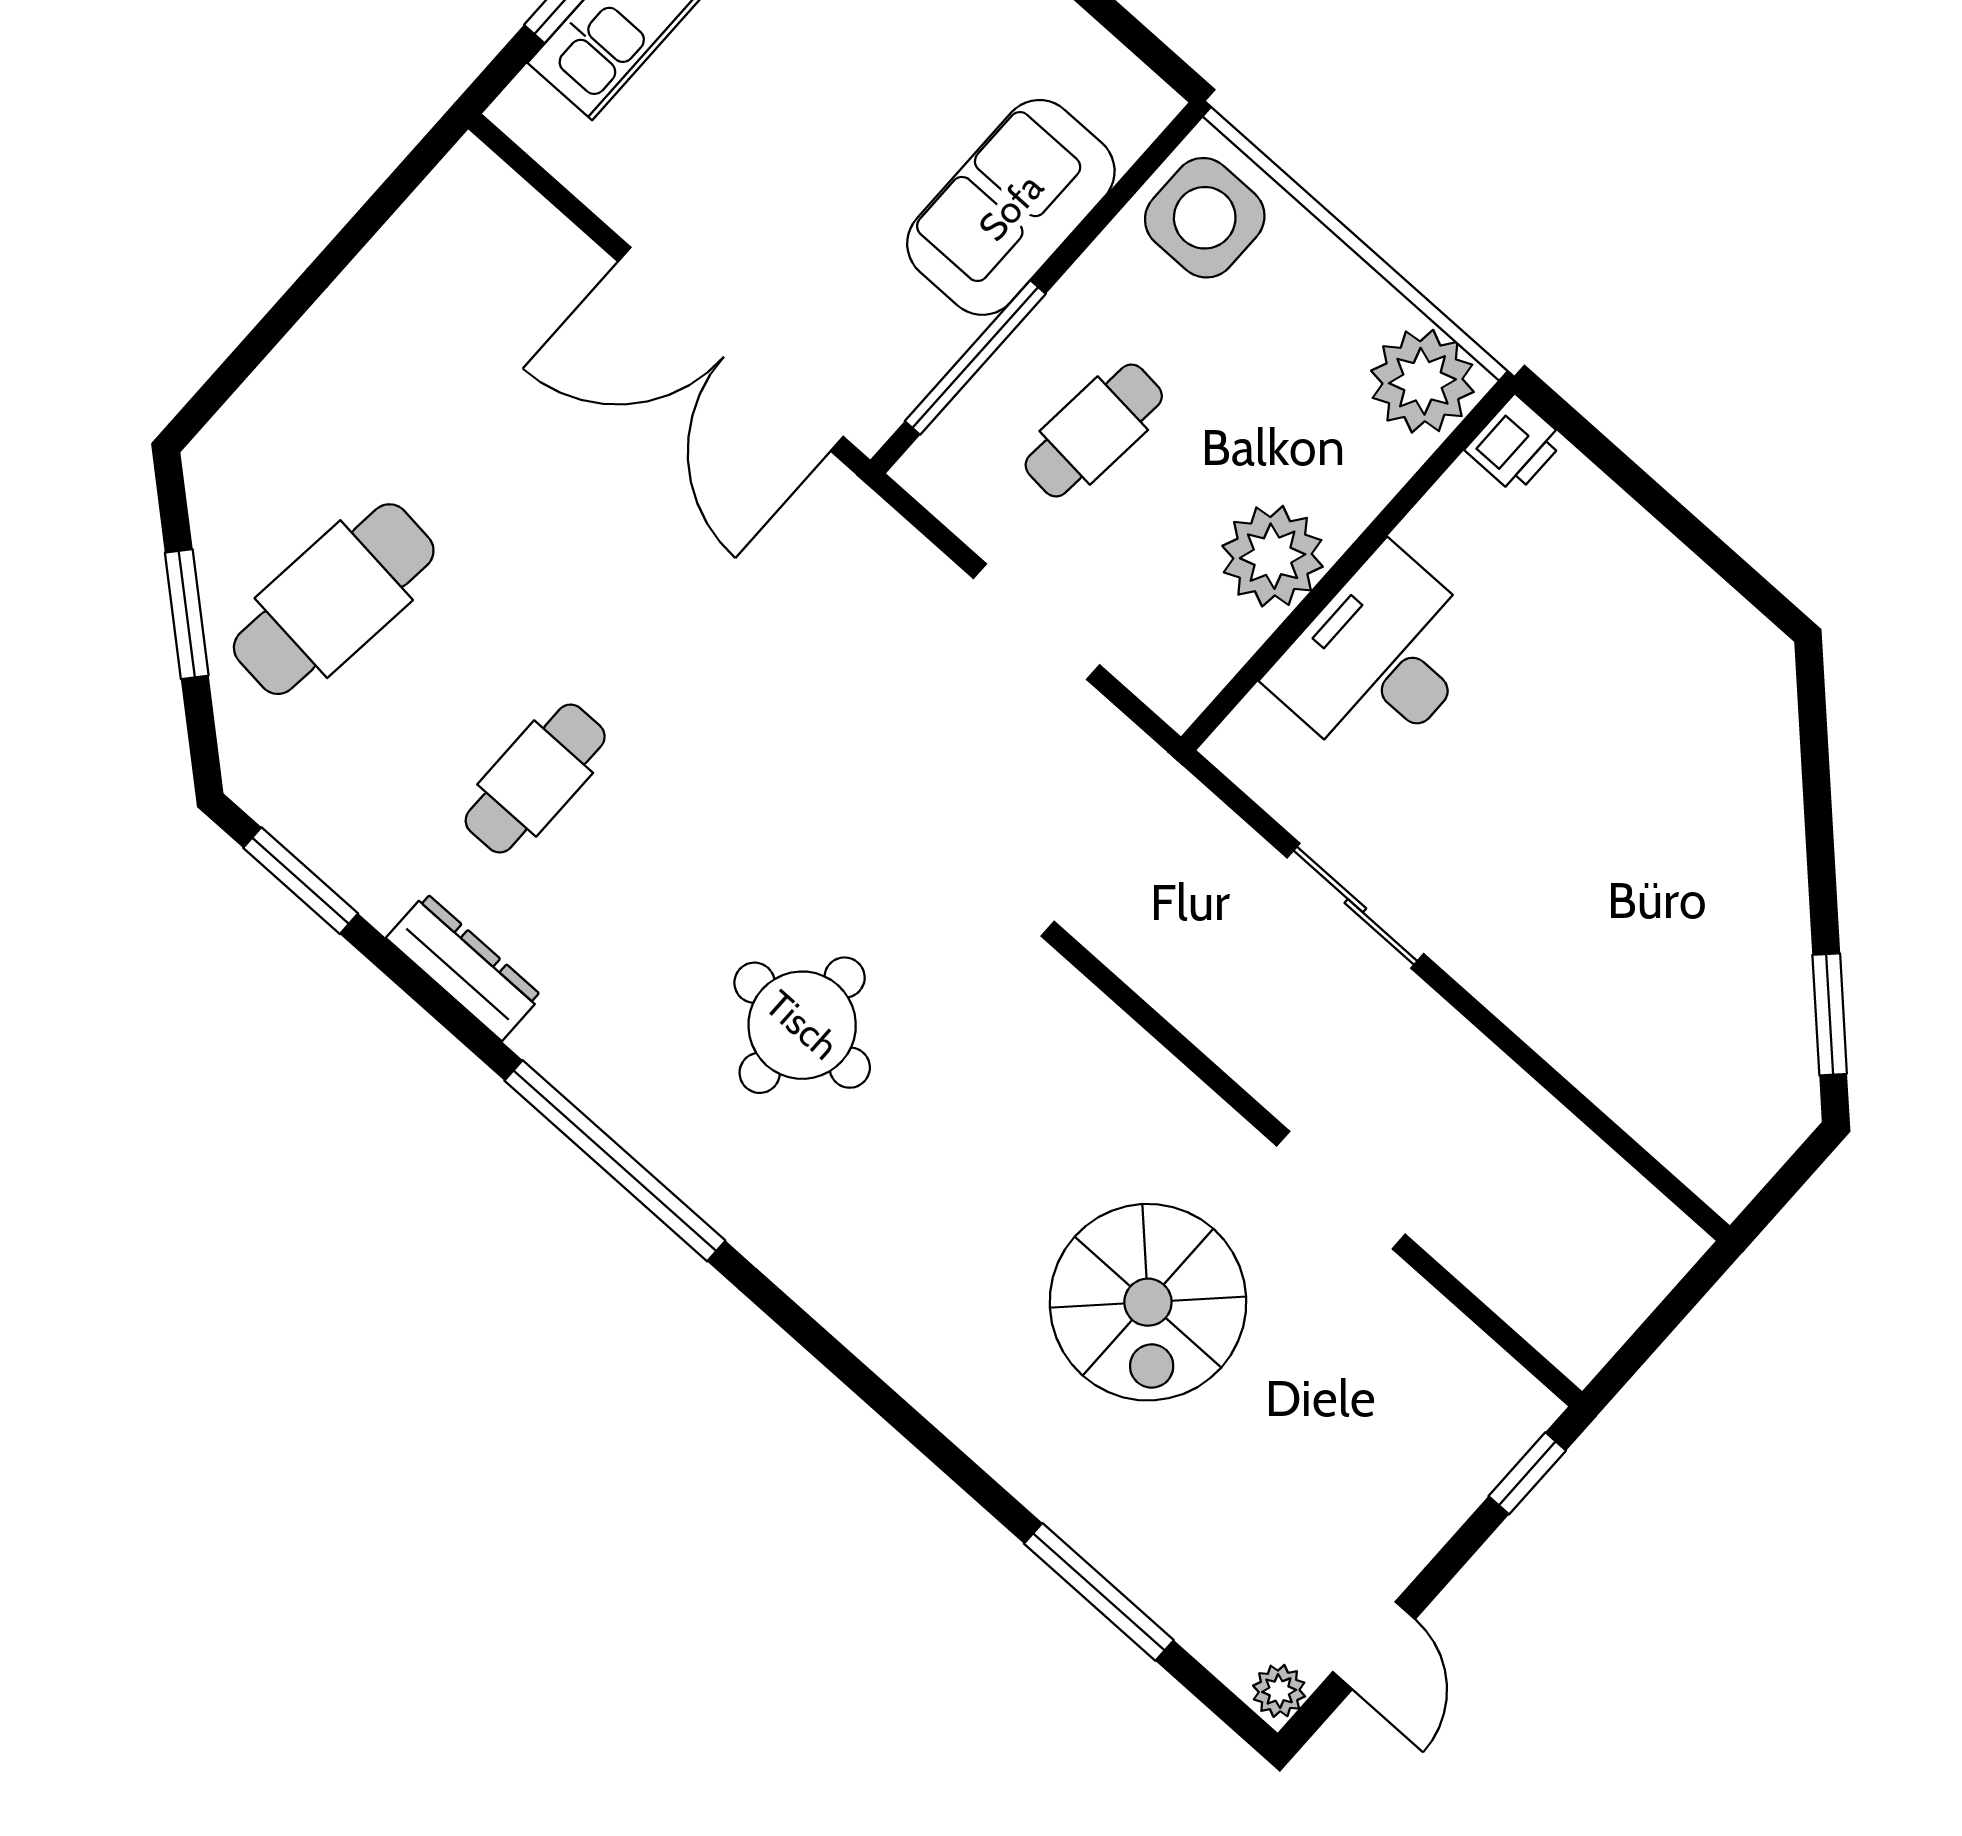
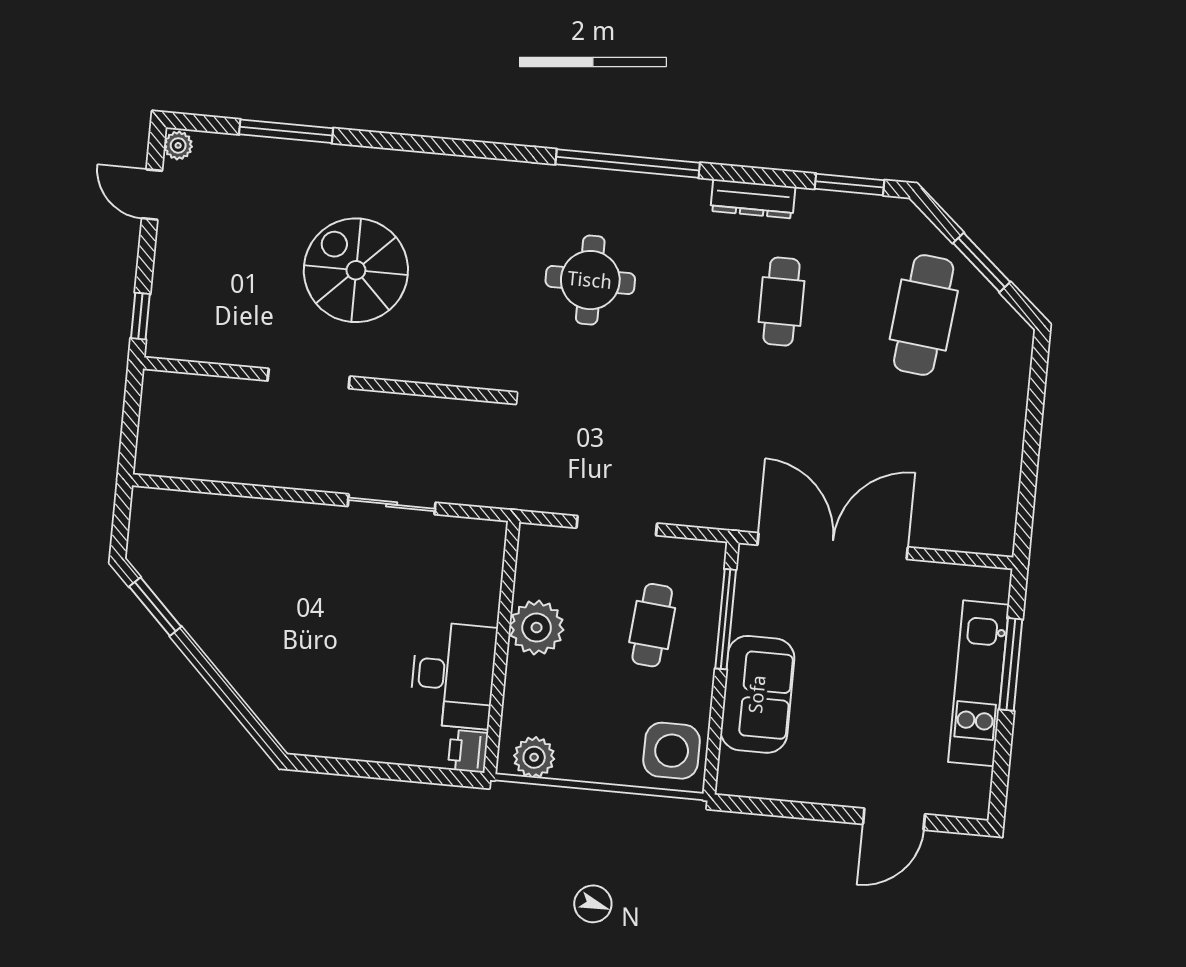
plant: (1422, 381) -> (534, 757), width x0.73, depth x0.73
desk: (1379, 659) -> (453, 675), moved

